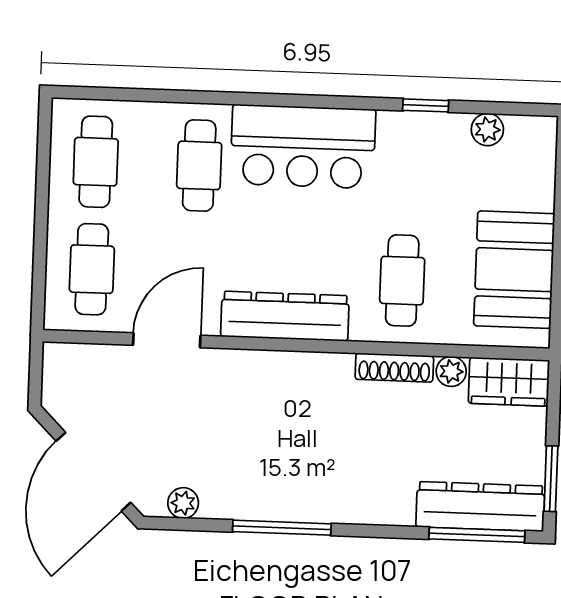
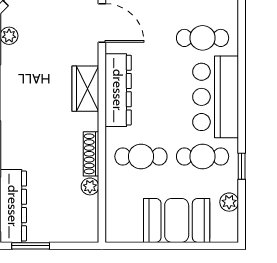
cafe table: (406, 173) -> (203, 156), added
booth: (514, 270) -> (177, 220), moved
wardrobe: (509, 382) -> (85, 89), moved

